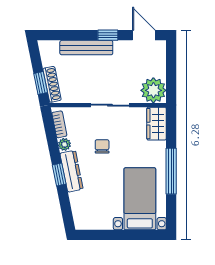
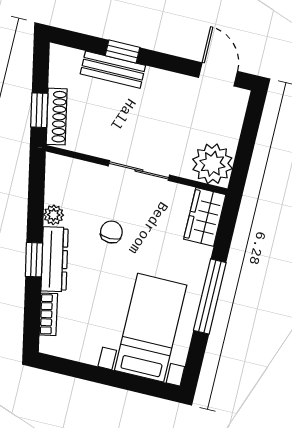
window: (108, 35) -> (123, 51), moved
bench: (86, 48) -> (113, 70), width x0.73
bookcase: (59, 124) -> (48, 314), moved

